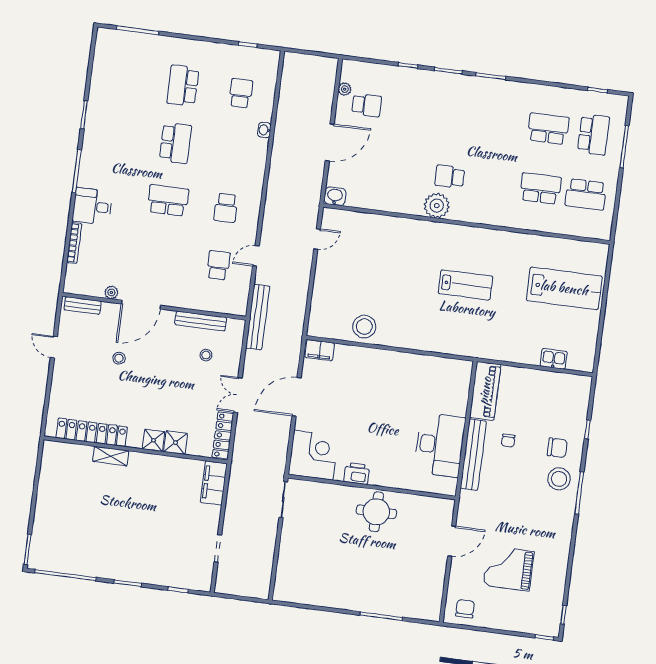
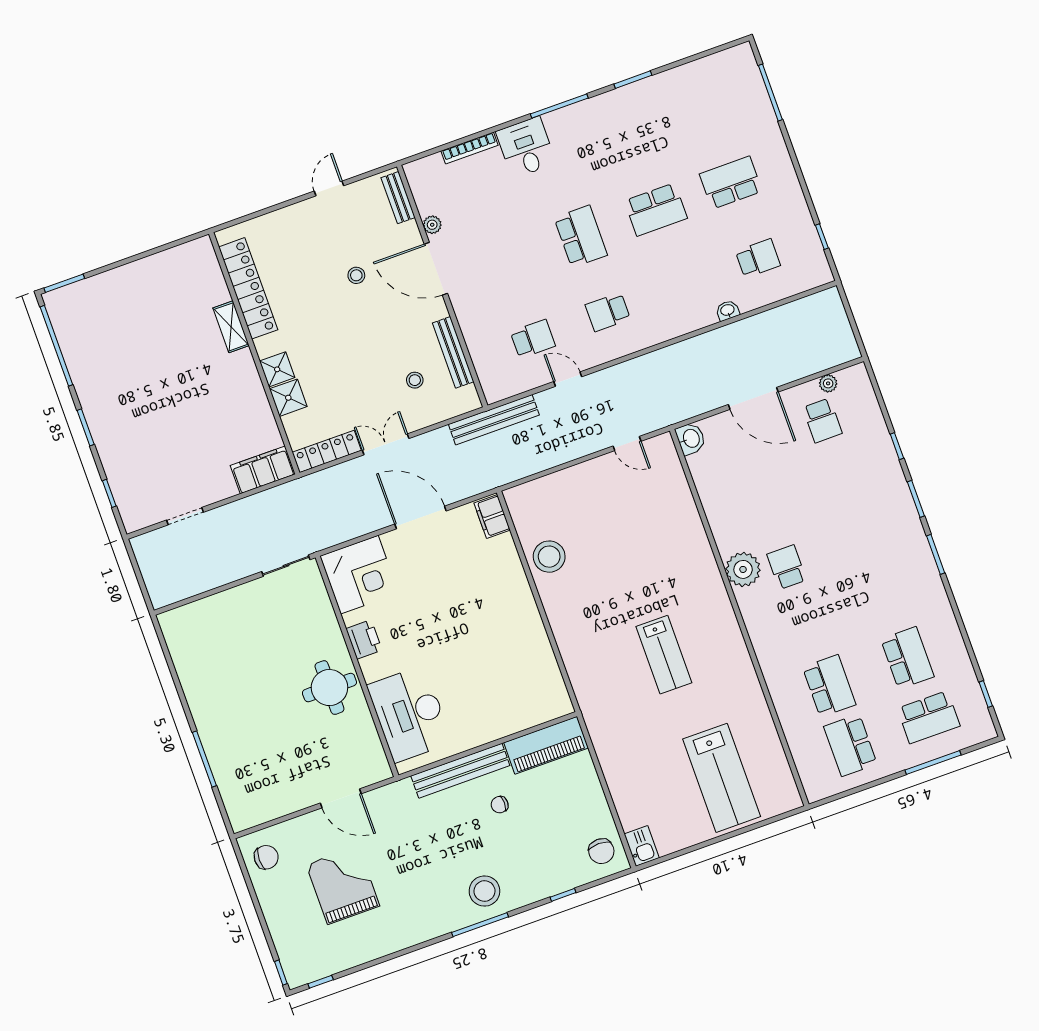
kitchen sink: (554, 359) -> (642, 846), moved
desk: (440, 445) -> (410, 714), moved, turned 90
chair: (557, 448) -> (601, 851), moved

